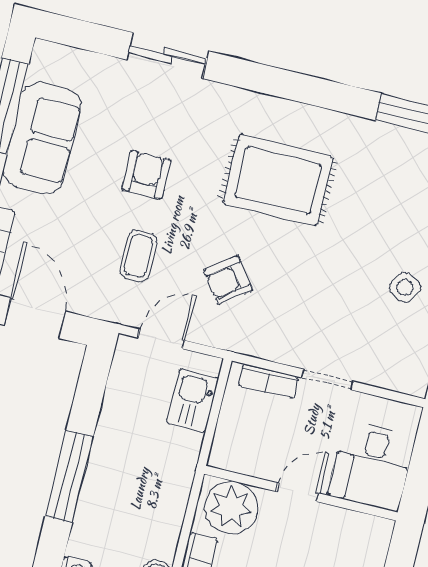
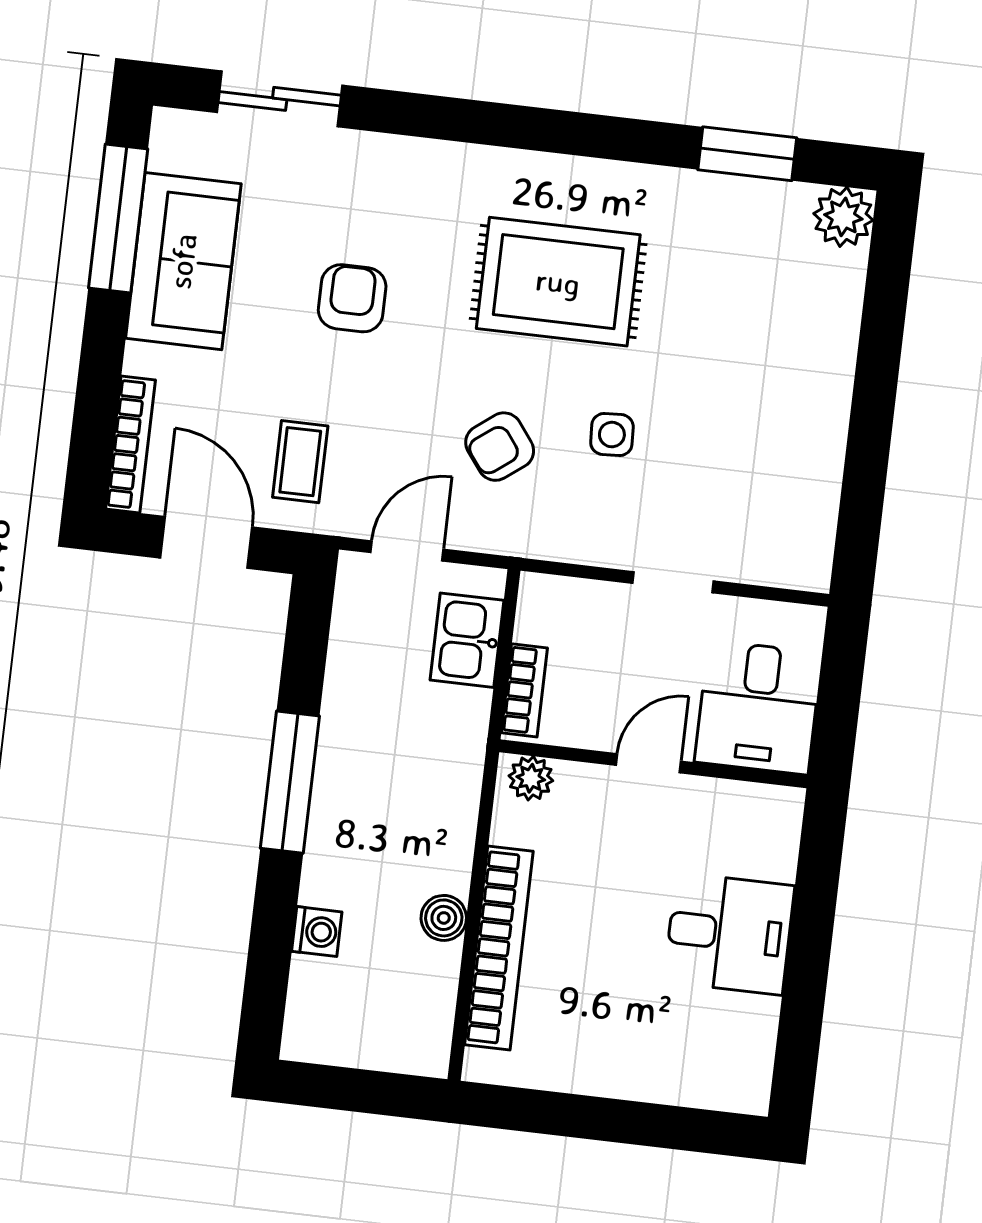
sliding door: (168, 55) -> (280, 99), moved
coffee table: (138, 256) -> (300, 462), moved
side table: (405, 287) -> (612, 435), moved, turned -34
bookcase: (268, 381) -> (524, 690), moved, turned -90
plant: (231, 508) -> (531, 778), width x0.53, depth x0.53

